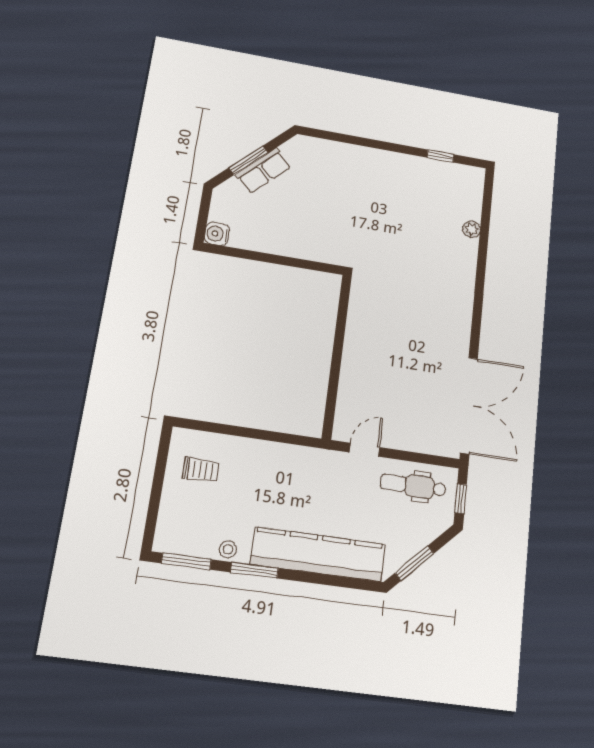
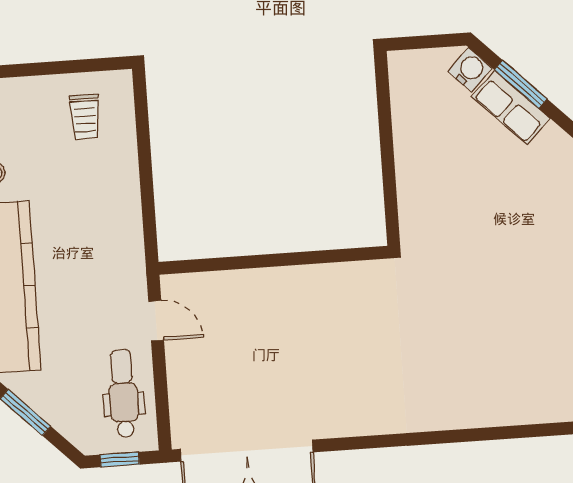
plant: (472, 229) -> (499, 414), removed
water cooler: (217, 234) -> (470, 70), moved, turned 45

